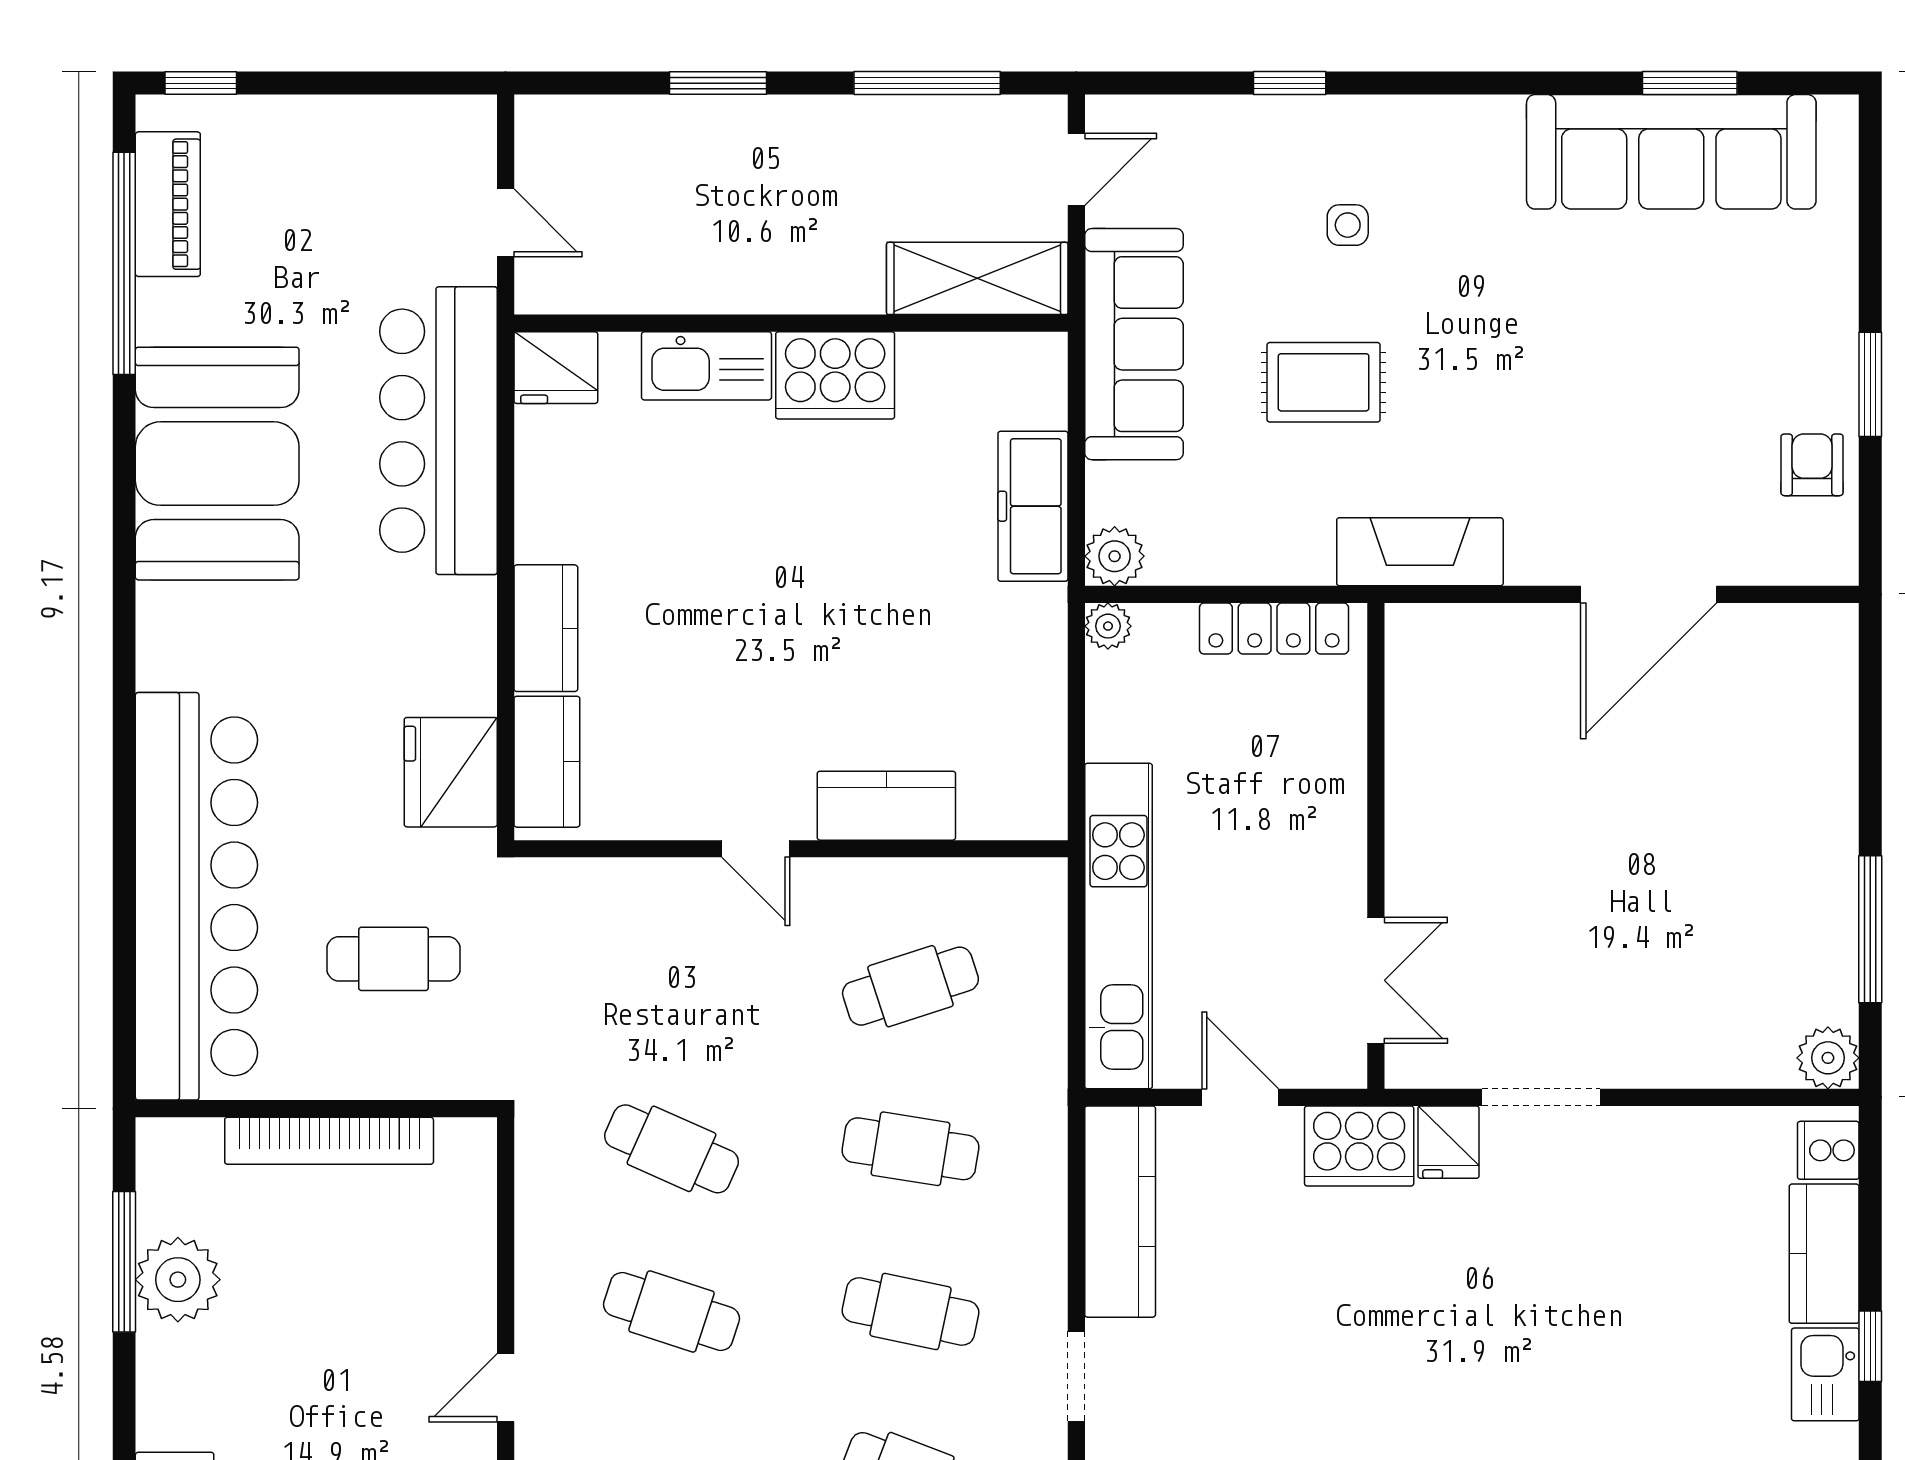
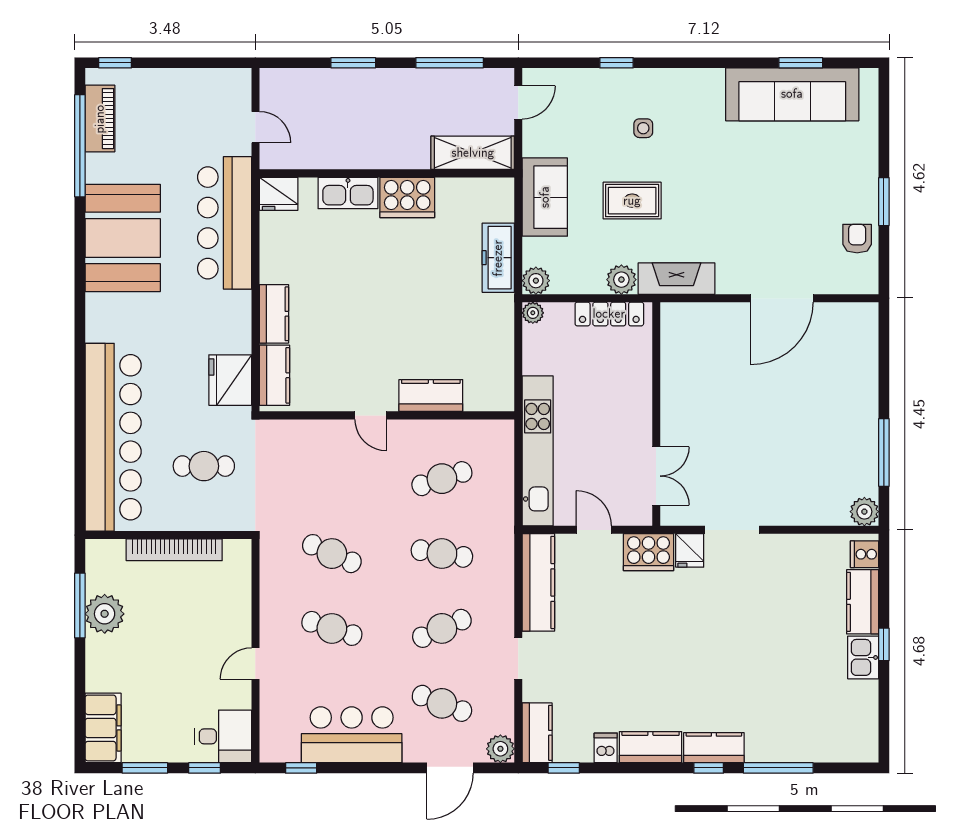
sofa: (1134, 344) -> (545, 197), width x0.73
plant: (1300, 554) -> (621, 280), added
cafe table: (910, 1311) -> (442, 628), turned -36

